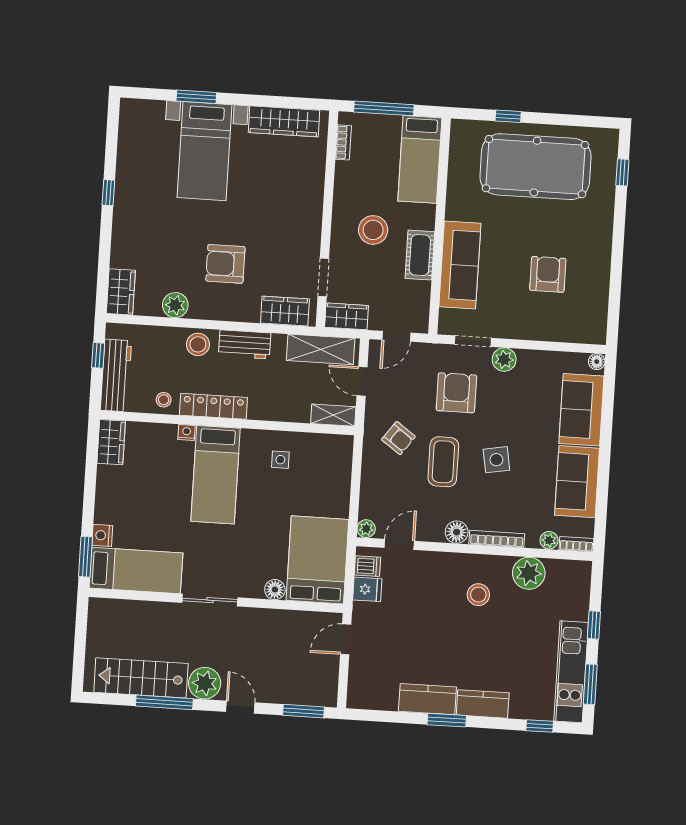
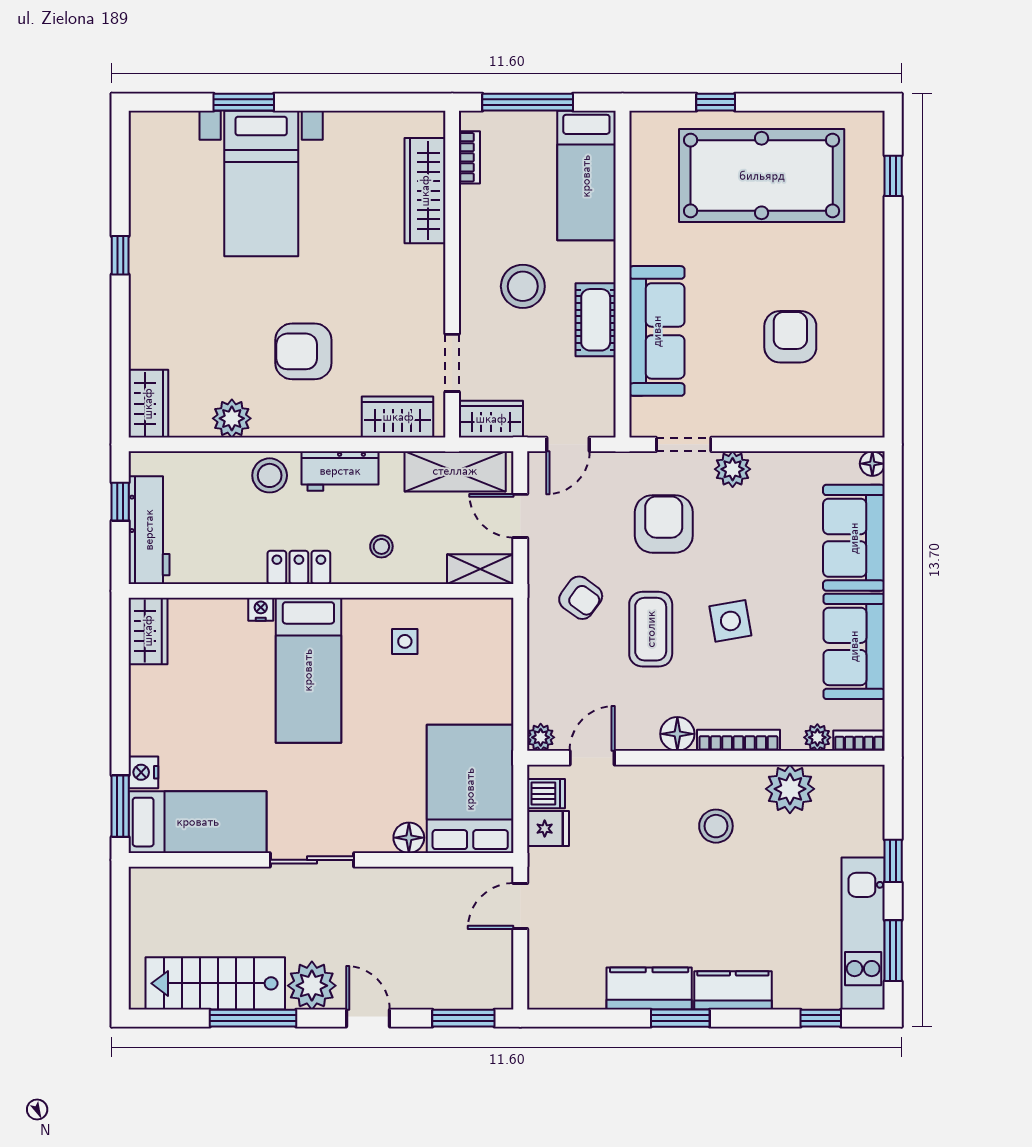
wardrobe: (284, 121) -> (425, 191), moved, turned 90
stool: (164, 400) -> (381, 546), moved
locker: (213, 406) -> (299, 567), width x0.66

